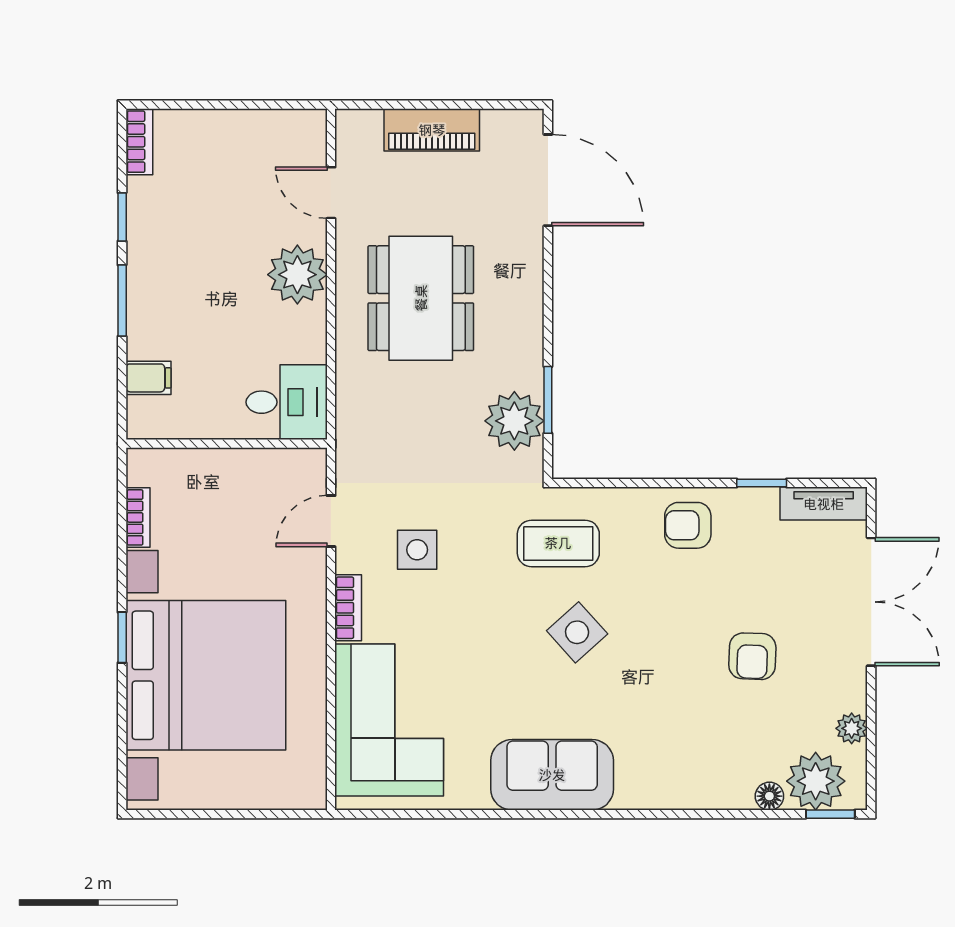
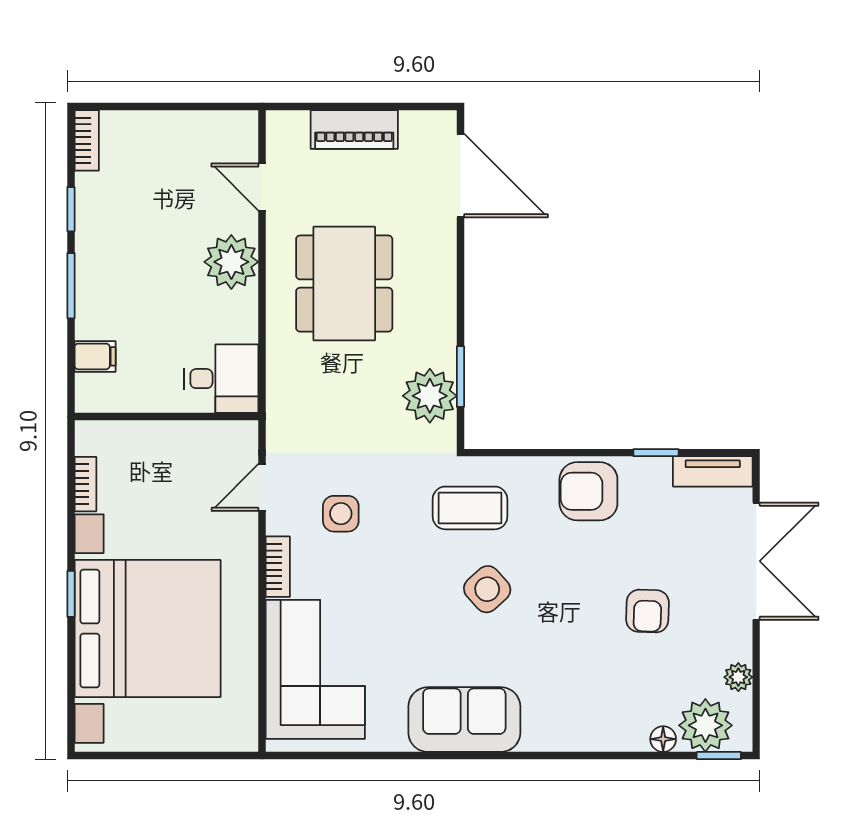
armchair: (688, 525) -> (588, 491), width x1.38, depth x1.38

